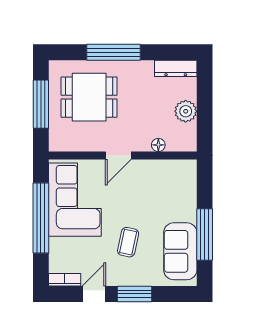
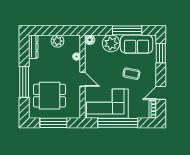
dining table: (89, 97) -> (49, 96), turned 90
floor lamp: (188, 168) -> (90, 40), added
plant: (182, 206) -> (111, 43), added
door: (94, 294) -> (161, 93), hinge flipped
window: (134, 294) -> (161, 53), moved

